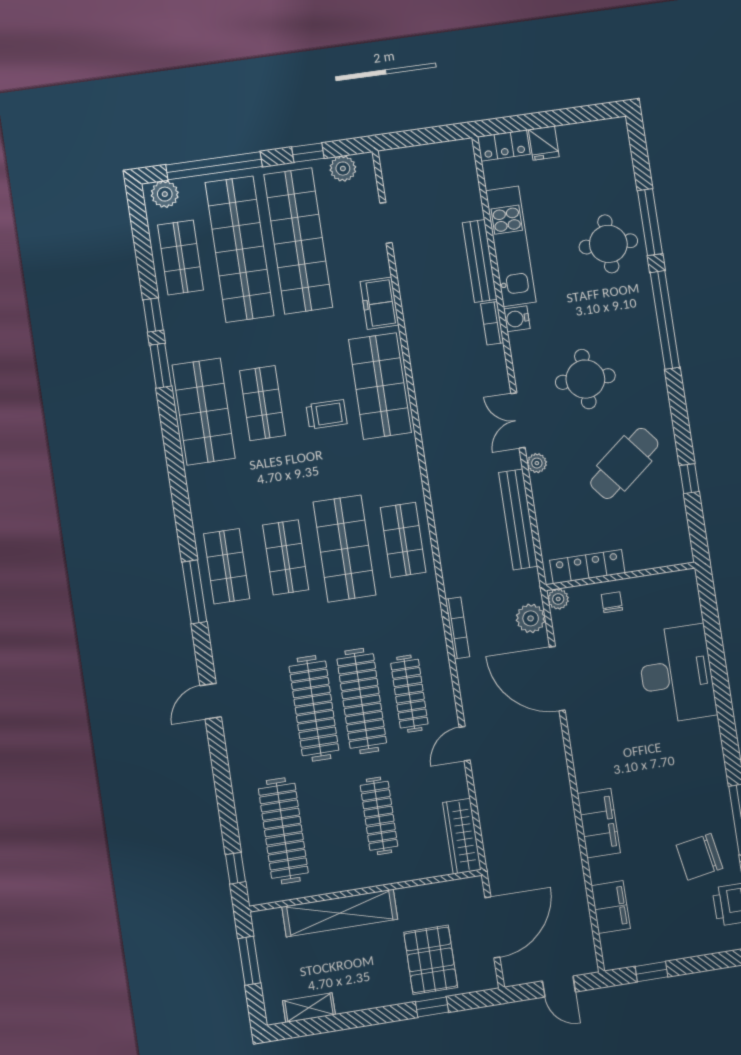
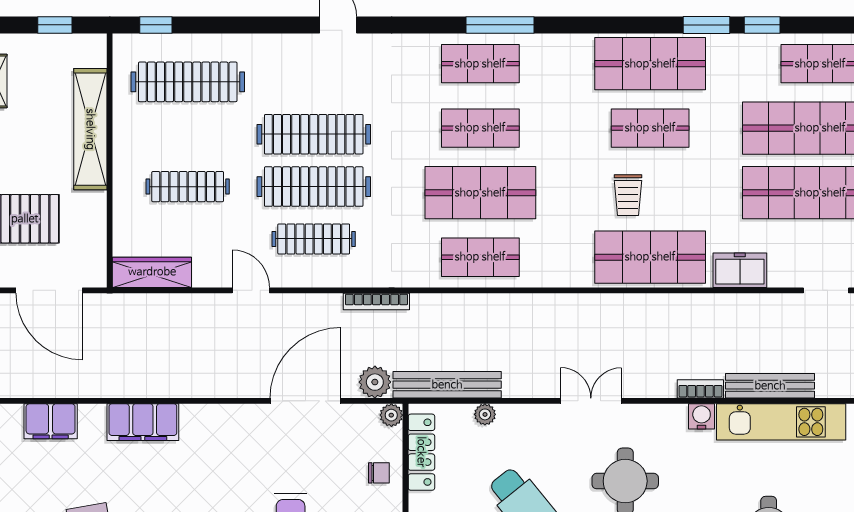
plant: (537, 463) -> (485, 414), moved
bench: (518, 519) -> (447, 385), moved
window: (194, 592) -> (500, 25), moved
window: (249, 961) -> (55, 25), width x0.67

